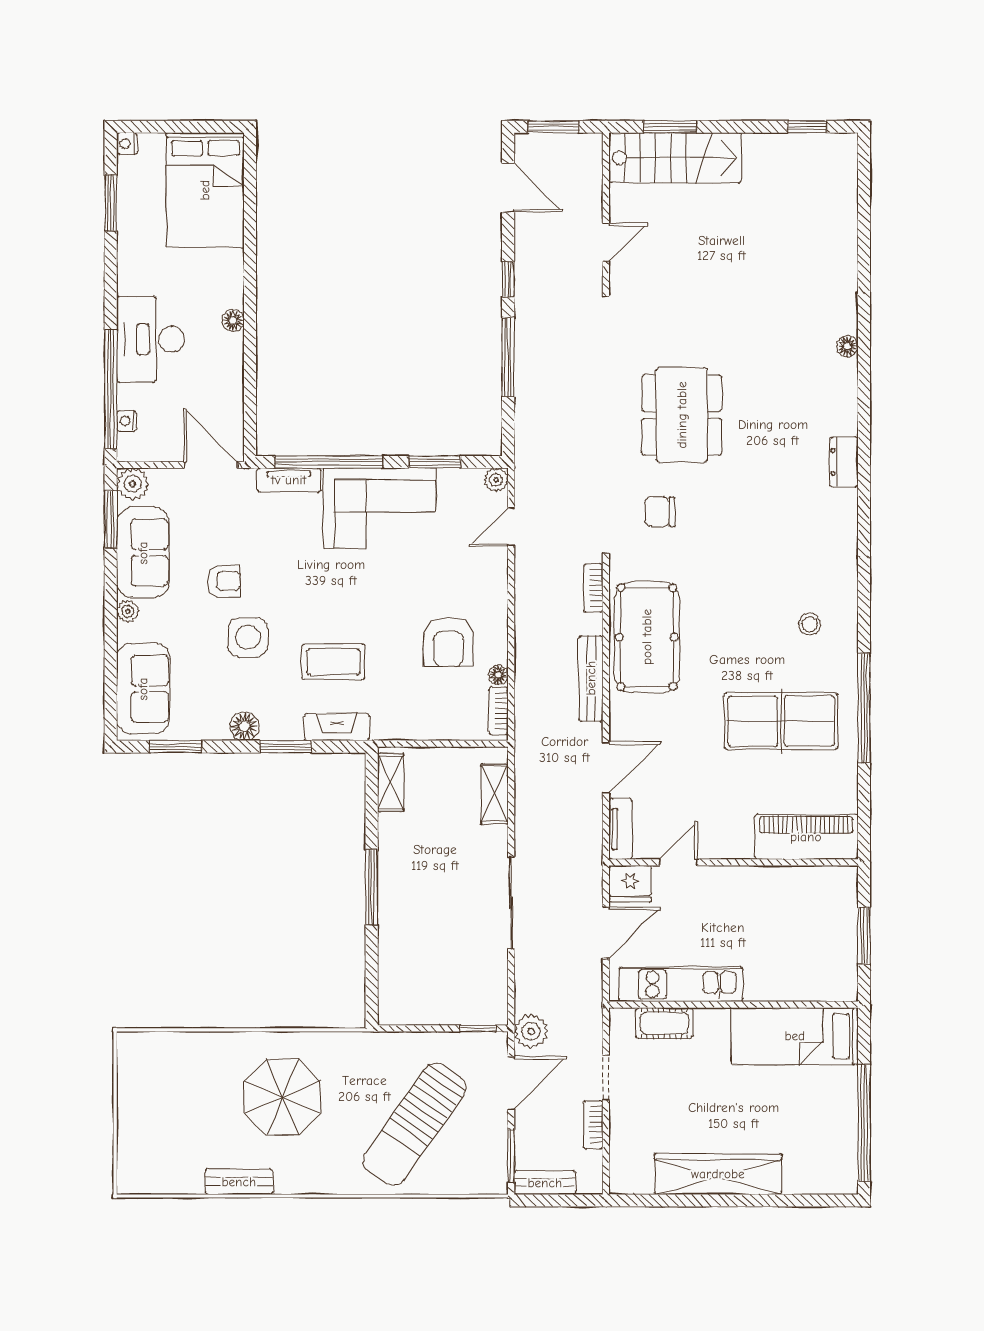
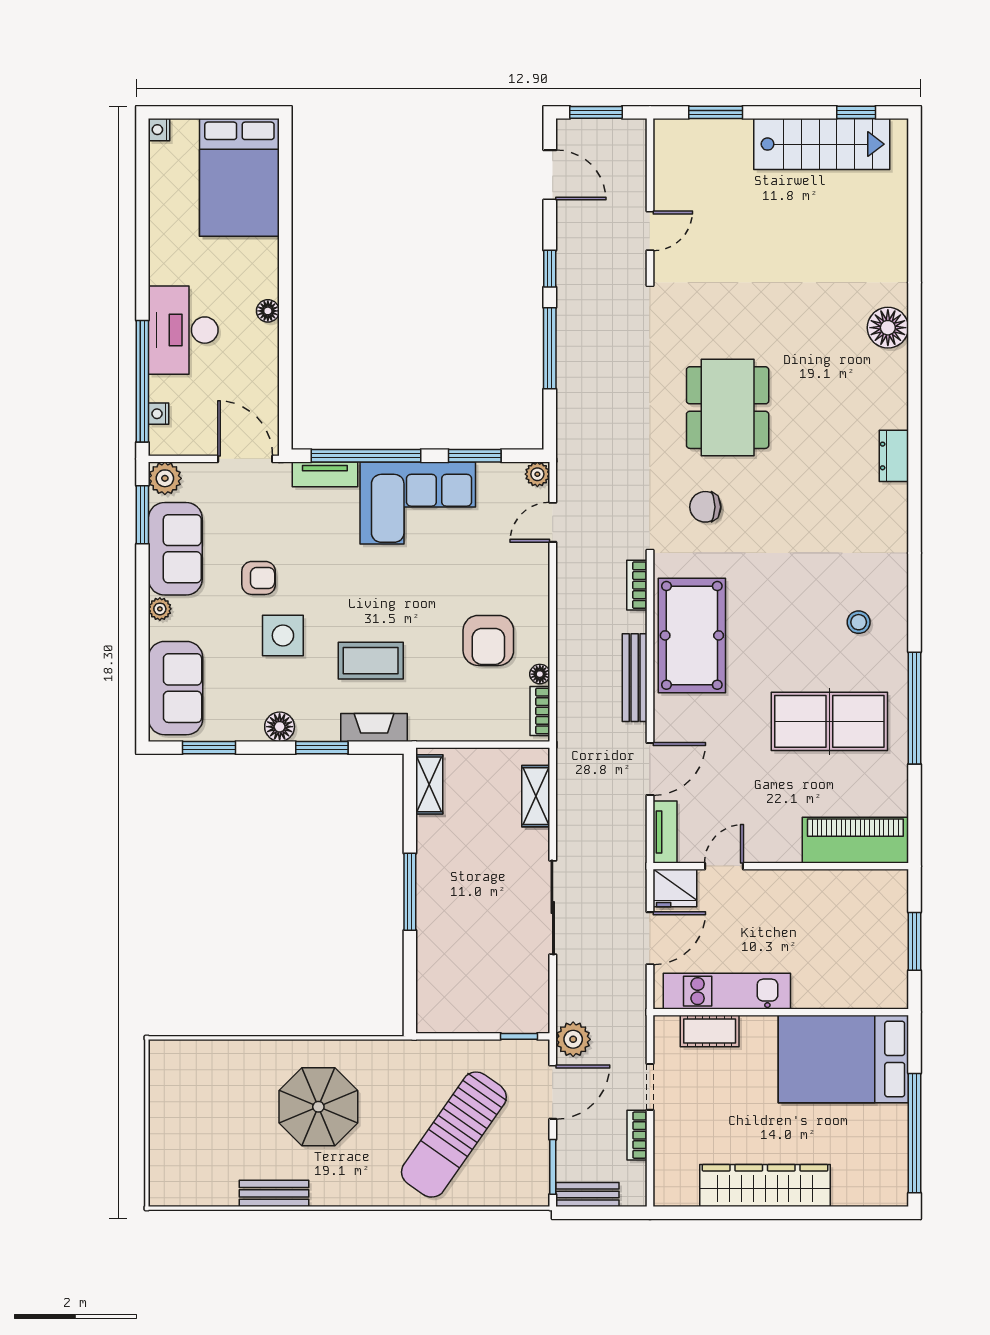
stairs: (675, 158) -> (822, 144), moved
window: (111, 203) -> (142, 190), removed
floor lamp: (847, 346) -> (888, 328), width x1.89, depth x1.89
bed: (795, 1036) -> (843, 1059), width x1.50

